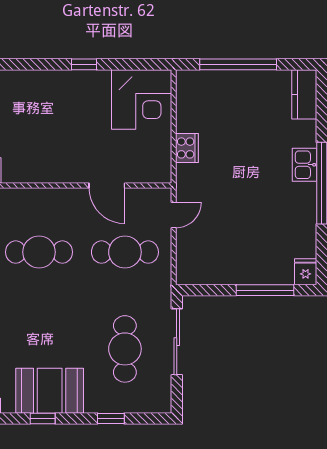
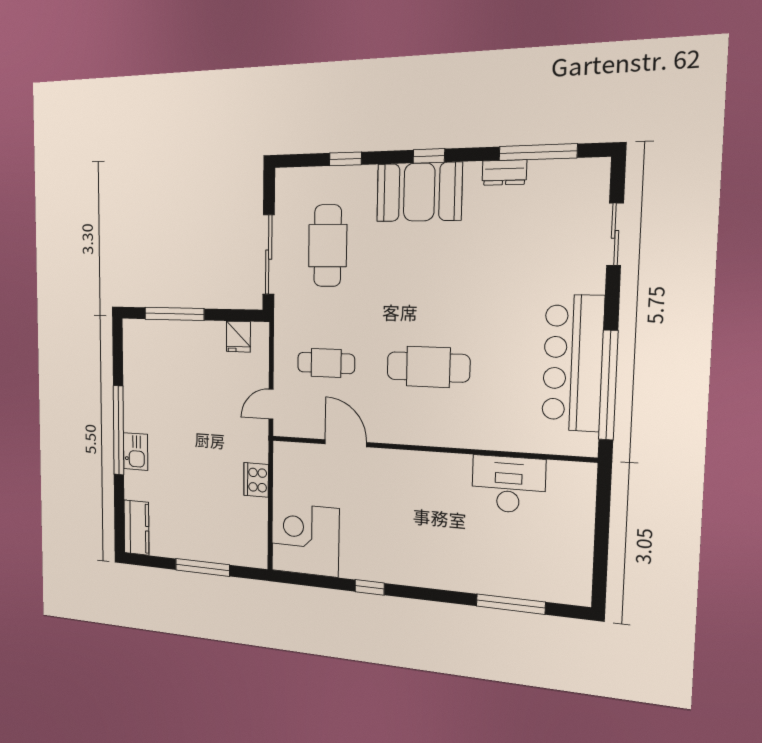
window: (238, 64) -> (202, 567), width x0.68
cafe table: (125, 252) -> (326, 363), width x0.73, depth x0.74
fridge: (306, 272) -> (238, 337), moved

